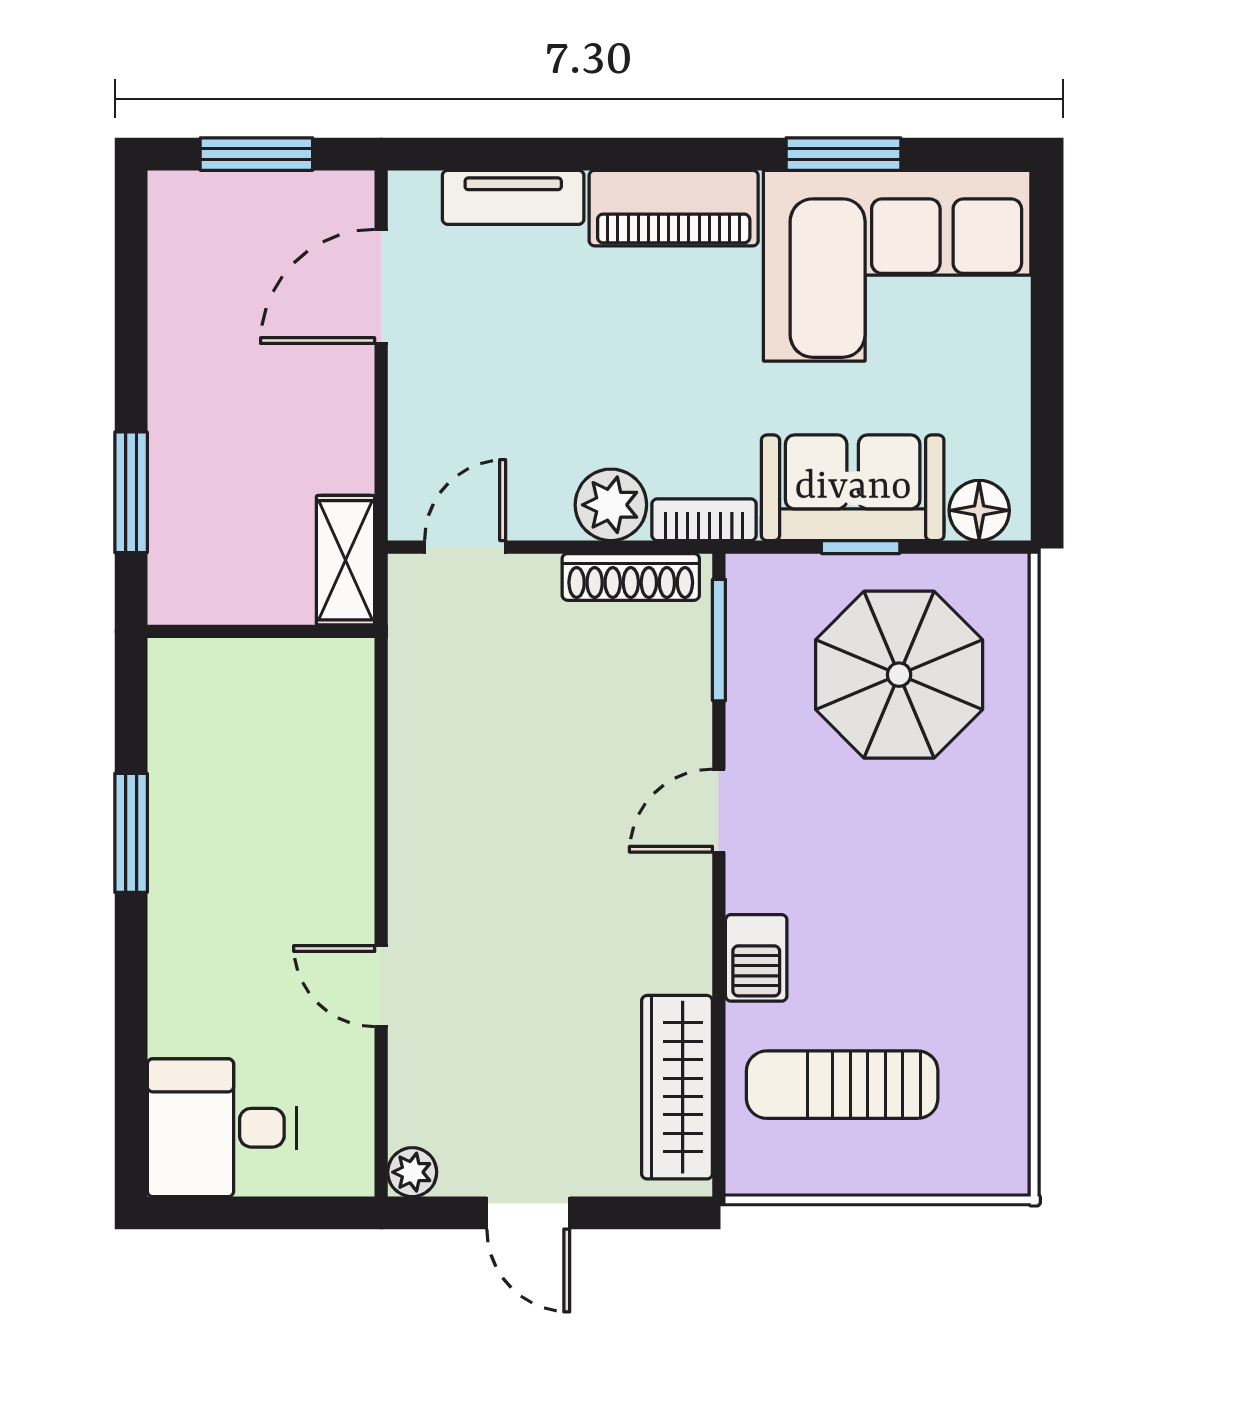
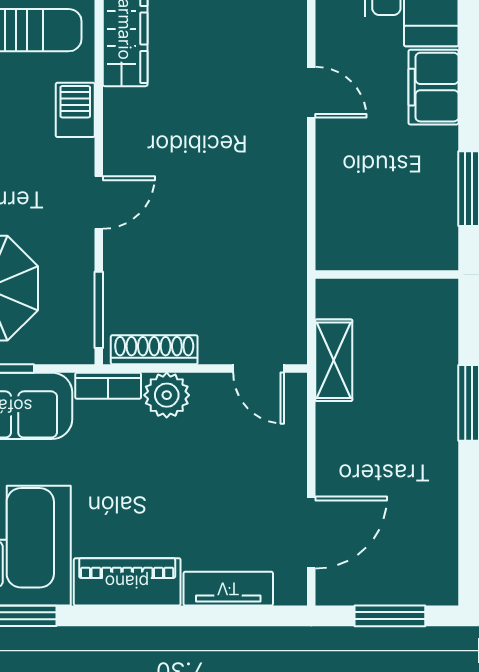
door: (465, 547) -> (259, 369), hinge flipped
wall: (261, 631) -> (387, 274), moved
filing cabinet: (187, 994) -> (434, 87), added

